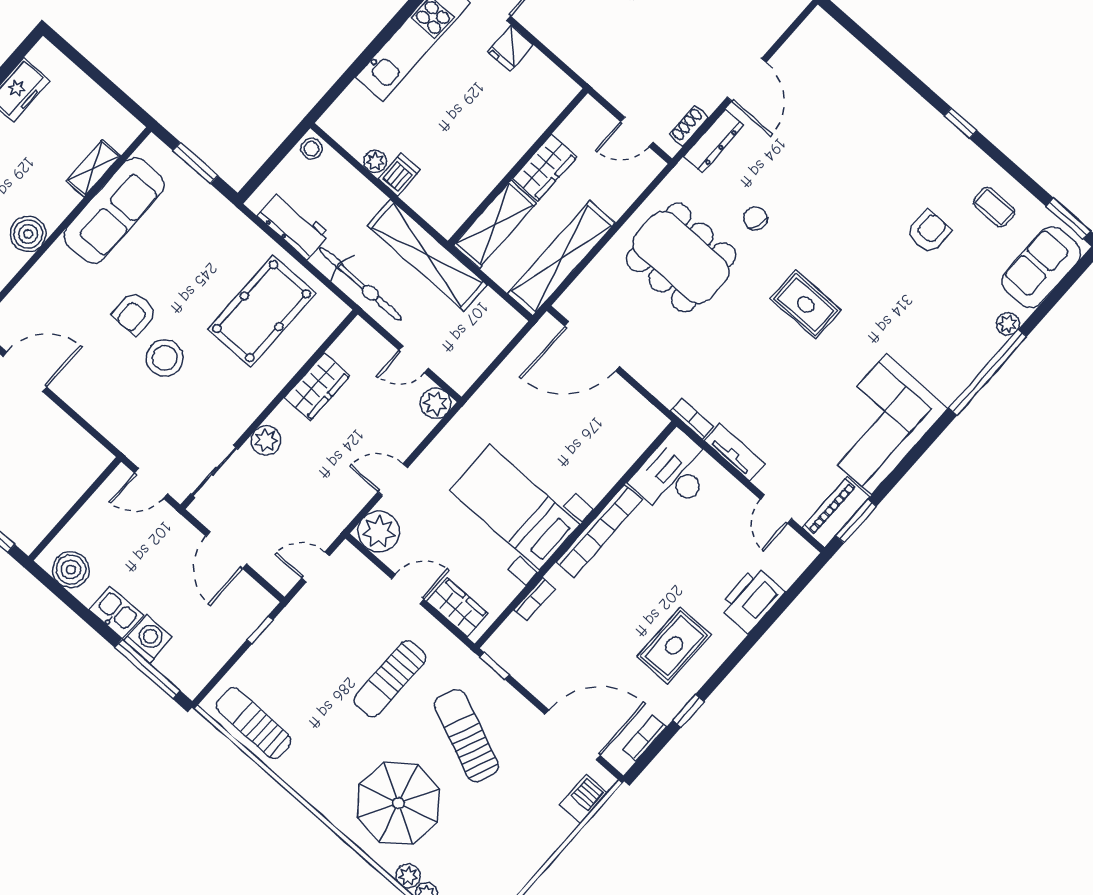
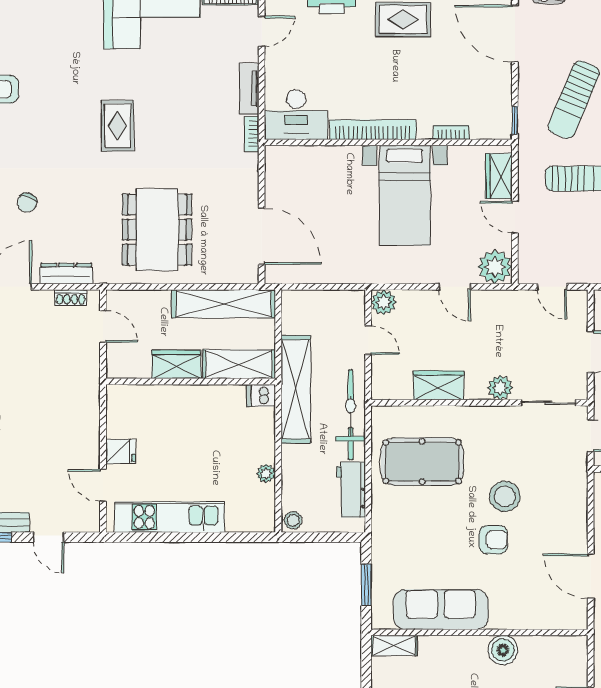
shelving: (93, 168) -> (394, 646), moved
dishwasher: (399, 175) -> (261, 395), moved
chair: (755, 218) -> (27, 203), moved

